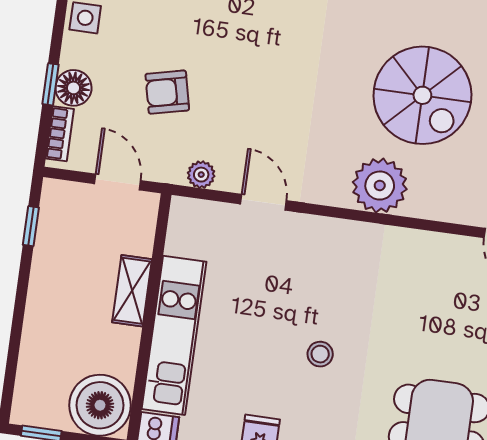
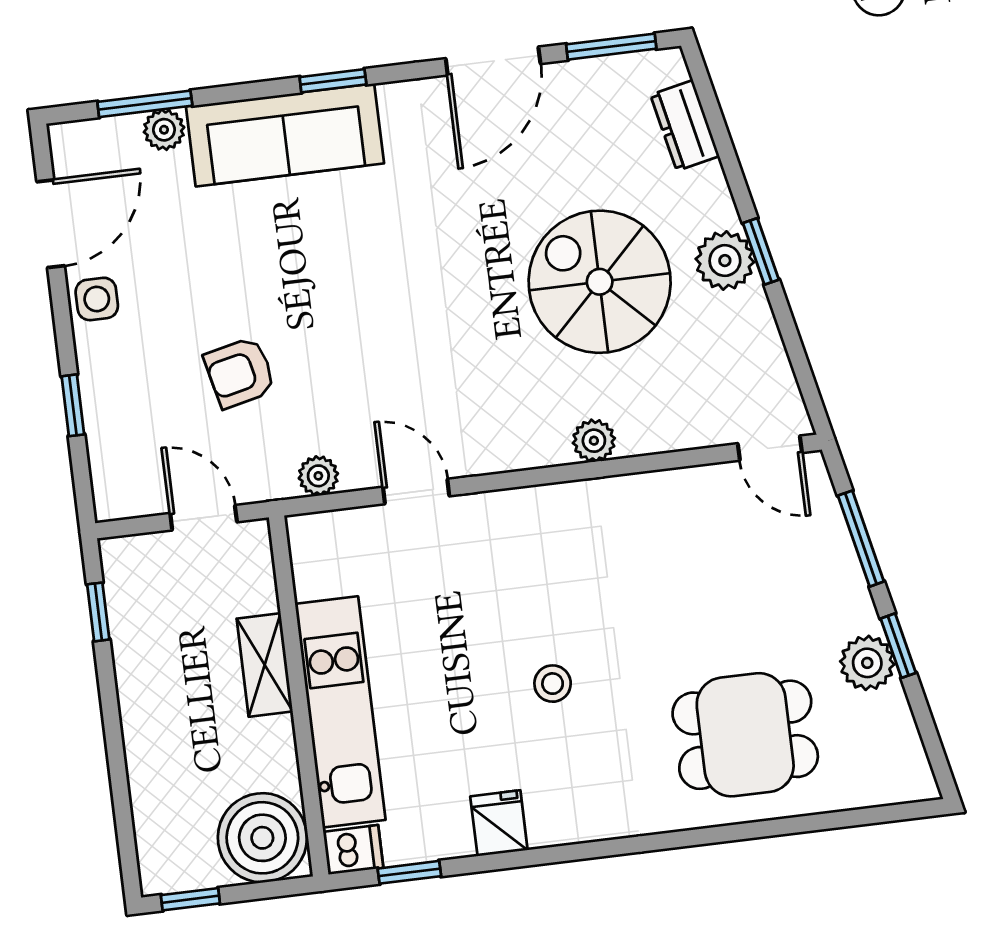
floor lamp: (73, 88) -> (106, 402), removed
spiral stairs: (422, 95) -> (600, 282), turned 180
bookcase: (60, 134) -> (104, 471), removed
plant: (380, 186) -> (594, 441), width x0.53, depth x0.53

